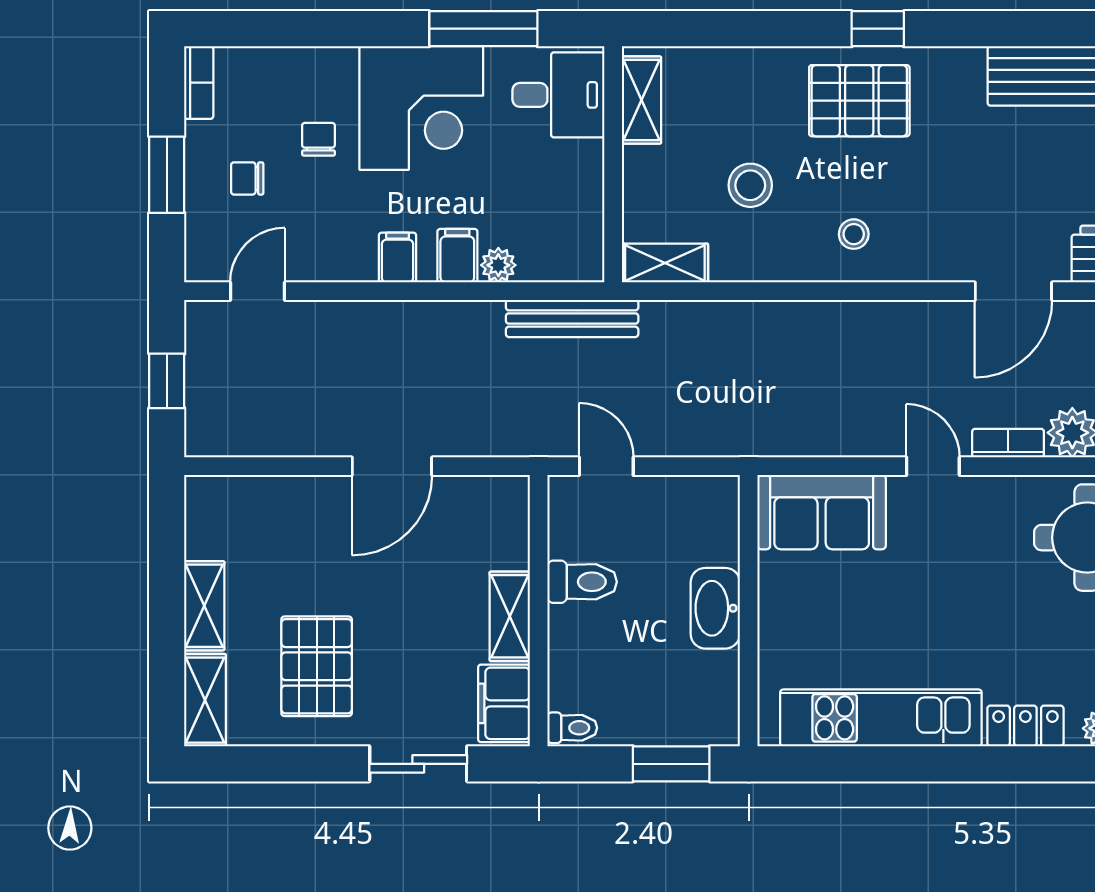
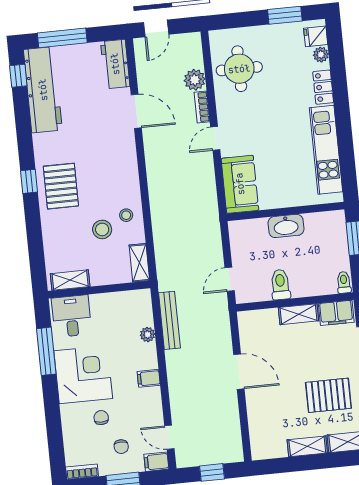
chair: (318, 139) -> (101, 418), turned 90
stool: (854, 234) -> (126, 215), moved
filing cabinet: (457, 256) -> (156, 462), moved
bench: (572, 319) -> (169, 320), moved

